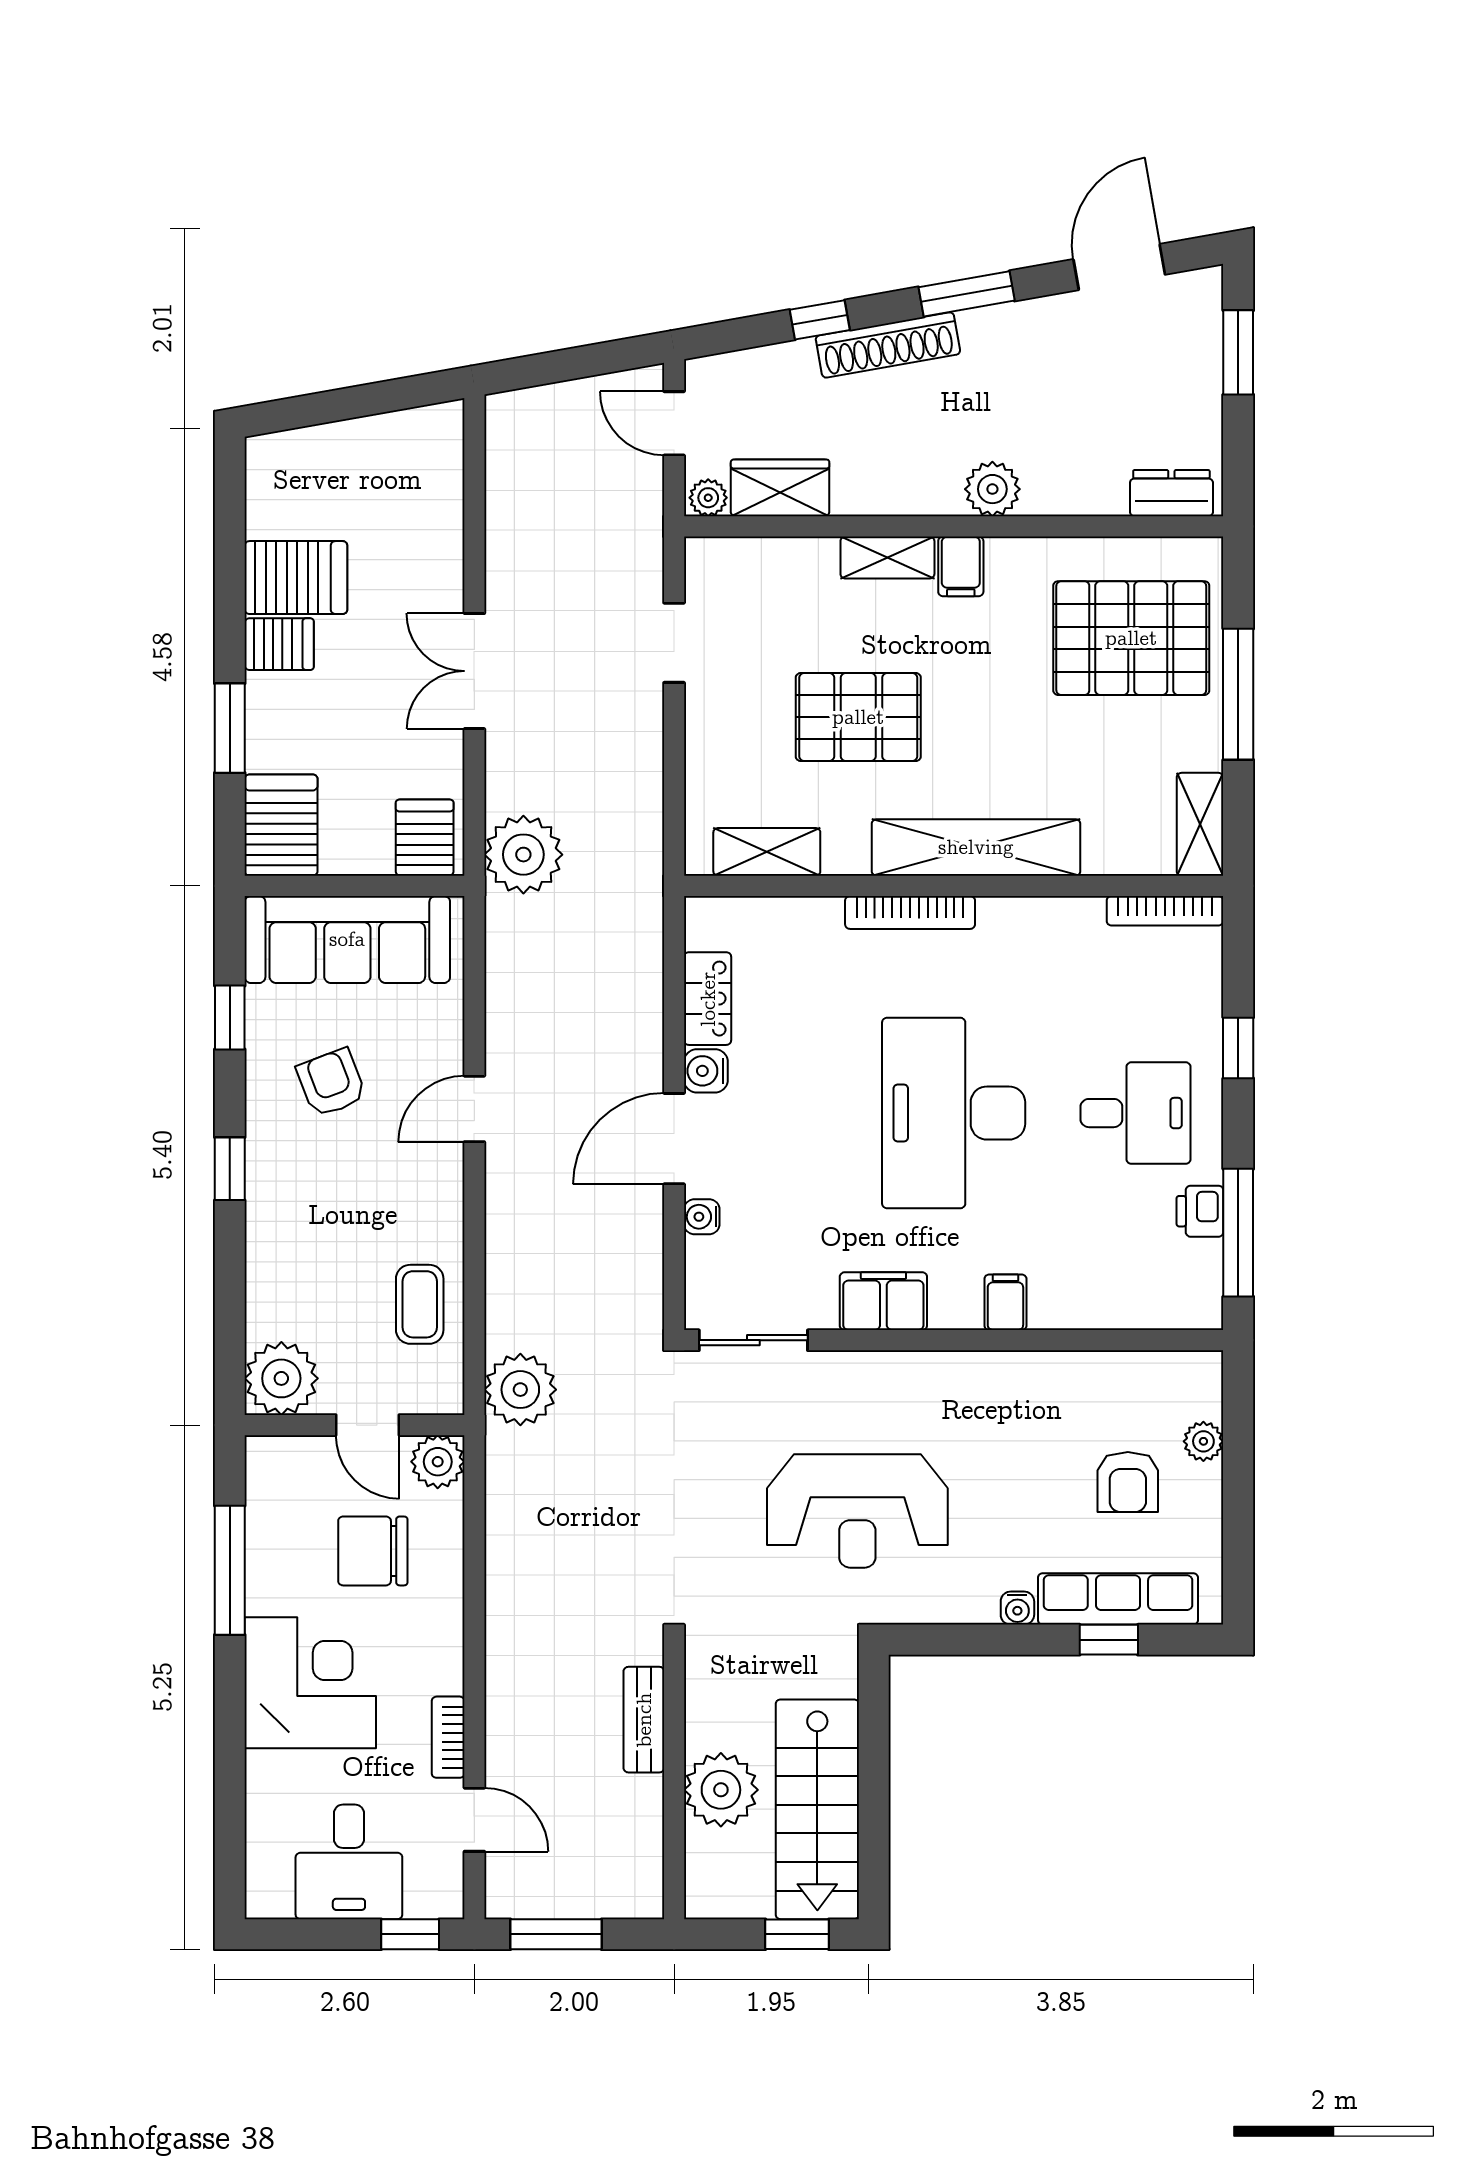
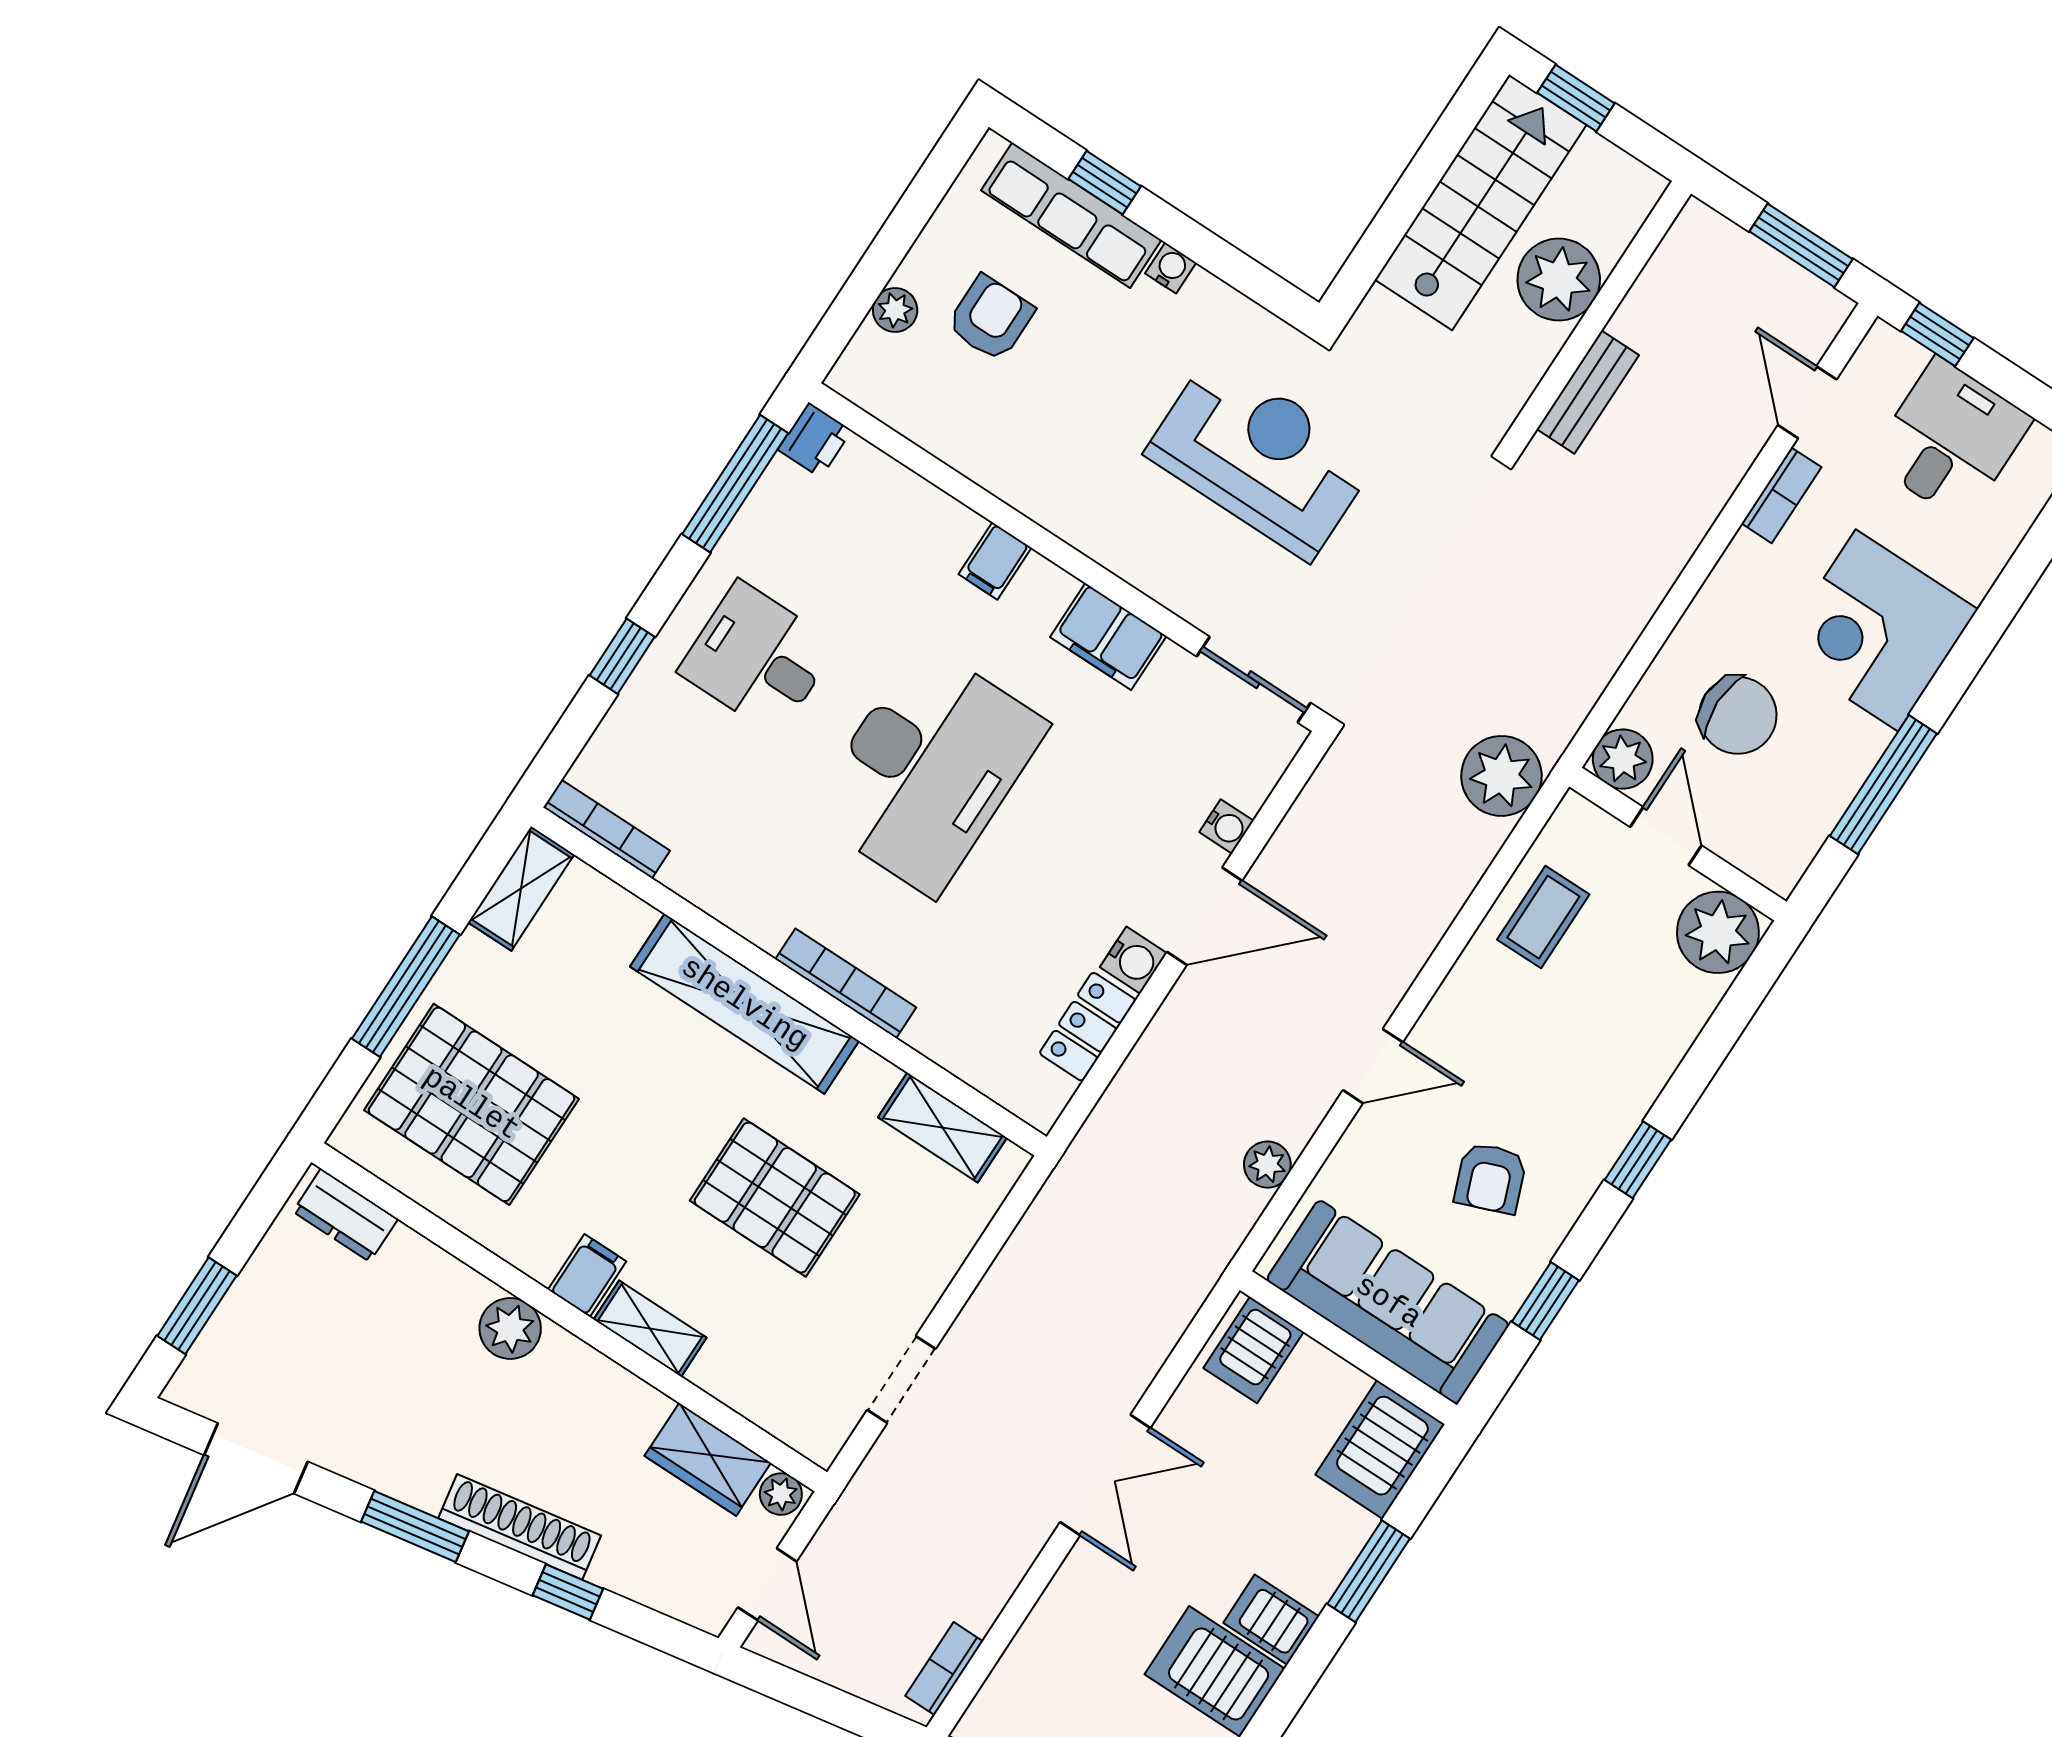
bookcase: (500, 447) -> (944, 1669), added
plant: (523, 855) -> (1267, 1165), moved, width x0.53, depth x0.53
printer: (1200, 1211) -> (815, 440), moved

